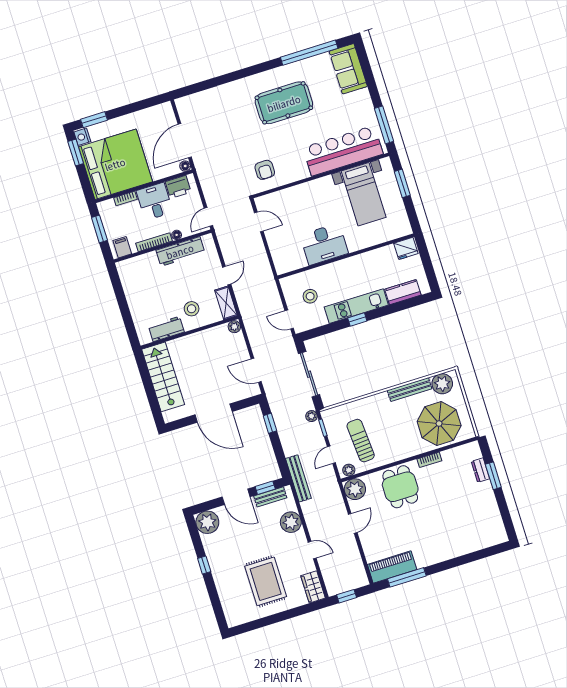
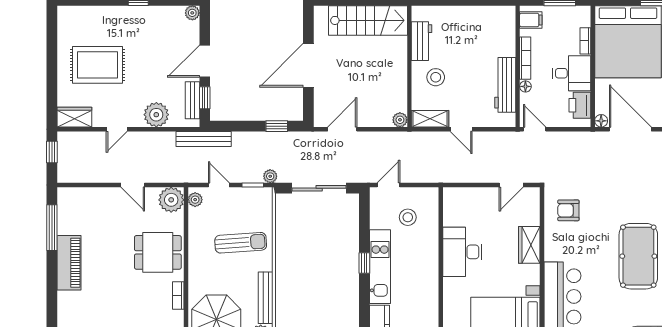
wardrobe: (302, 193) -> (529, 245), added
sun lounger: (361, 441) -> (241, 243), moved
plant: (207, 522) -> (192, 13), width x0.53, depth x0.53
piano: (392, 567) -> (69, 263), moved

